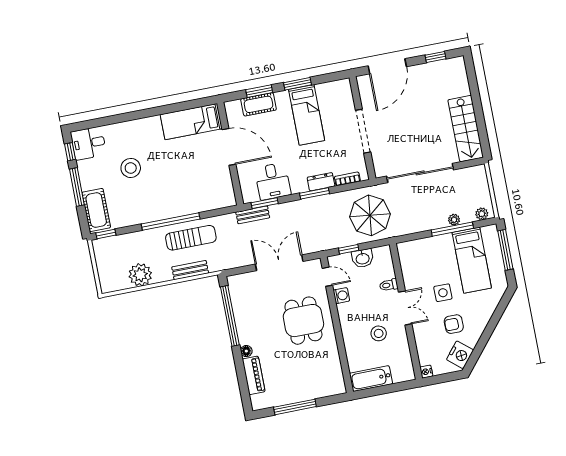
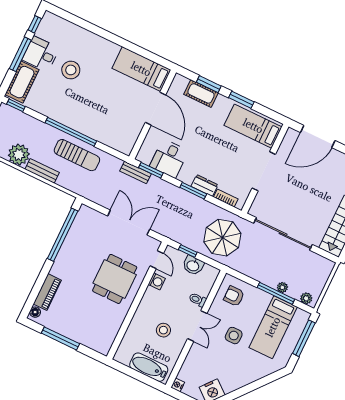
bed: (307, 115) -> (253, 126), moved, turned 90
desk: (88, 143) -> (41, 54), moved
bench: (190, 270) -> (42, 171), moved
armchair: (454, 324) -> (234, 296), moved
floor lamp: (246, 351) -> (35, 312), moved
bathtub: (371, 379) -> (149, 367), moved

